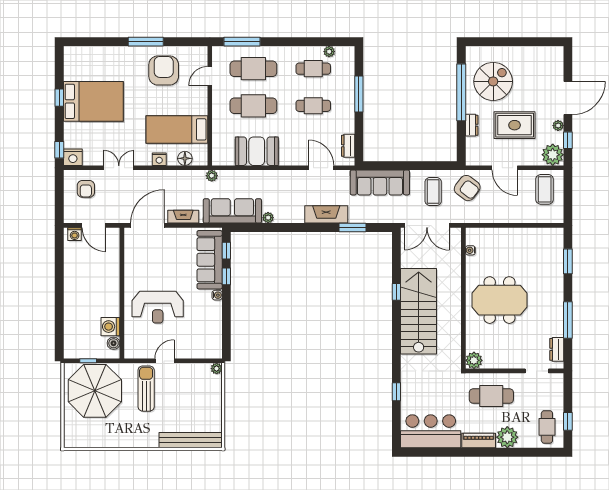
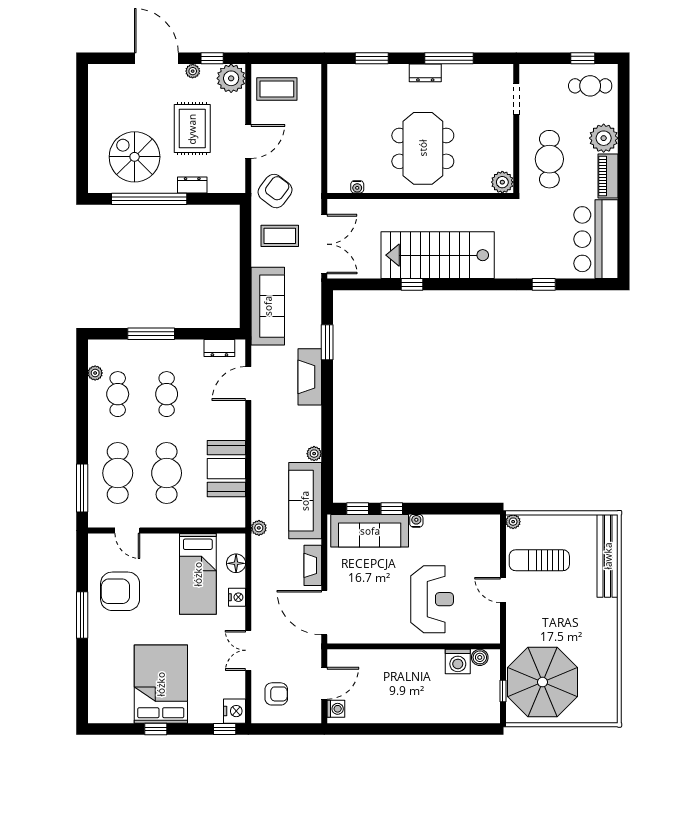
dresser: (557, 349) -> (425, 73), moved
sun lounger: (146, 389) -> (539, 560), moved

